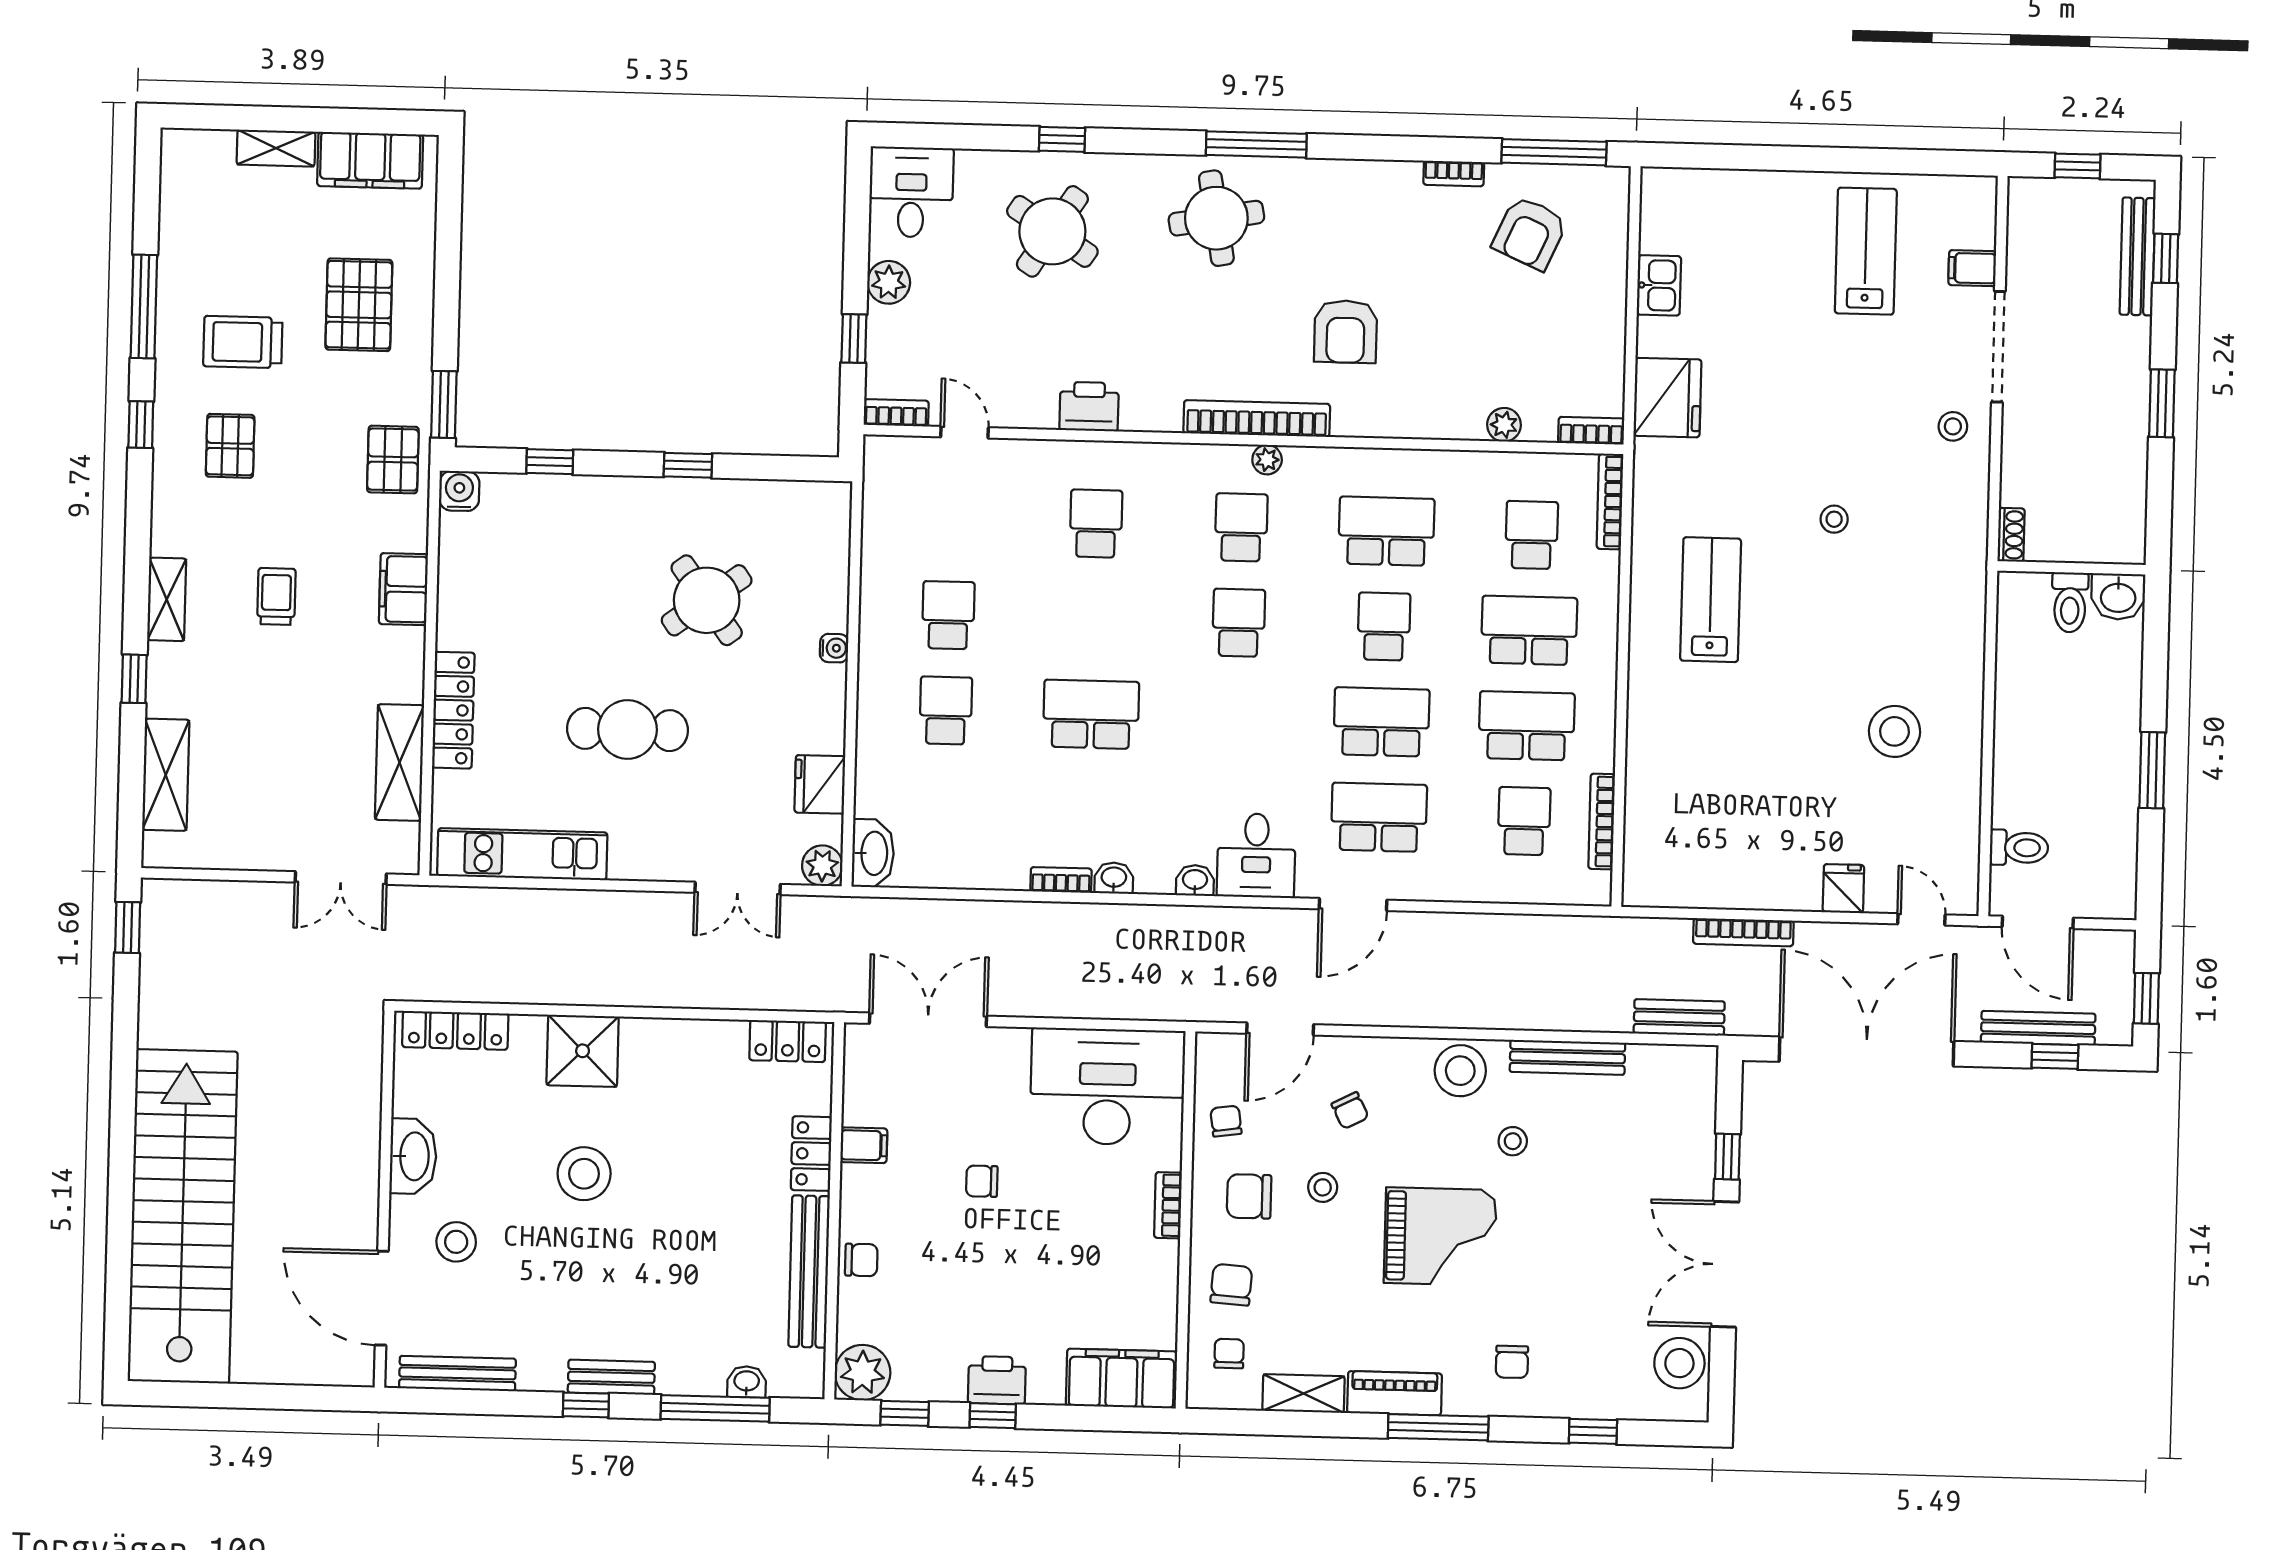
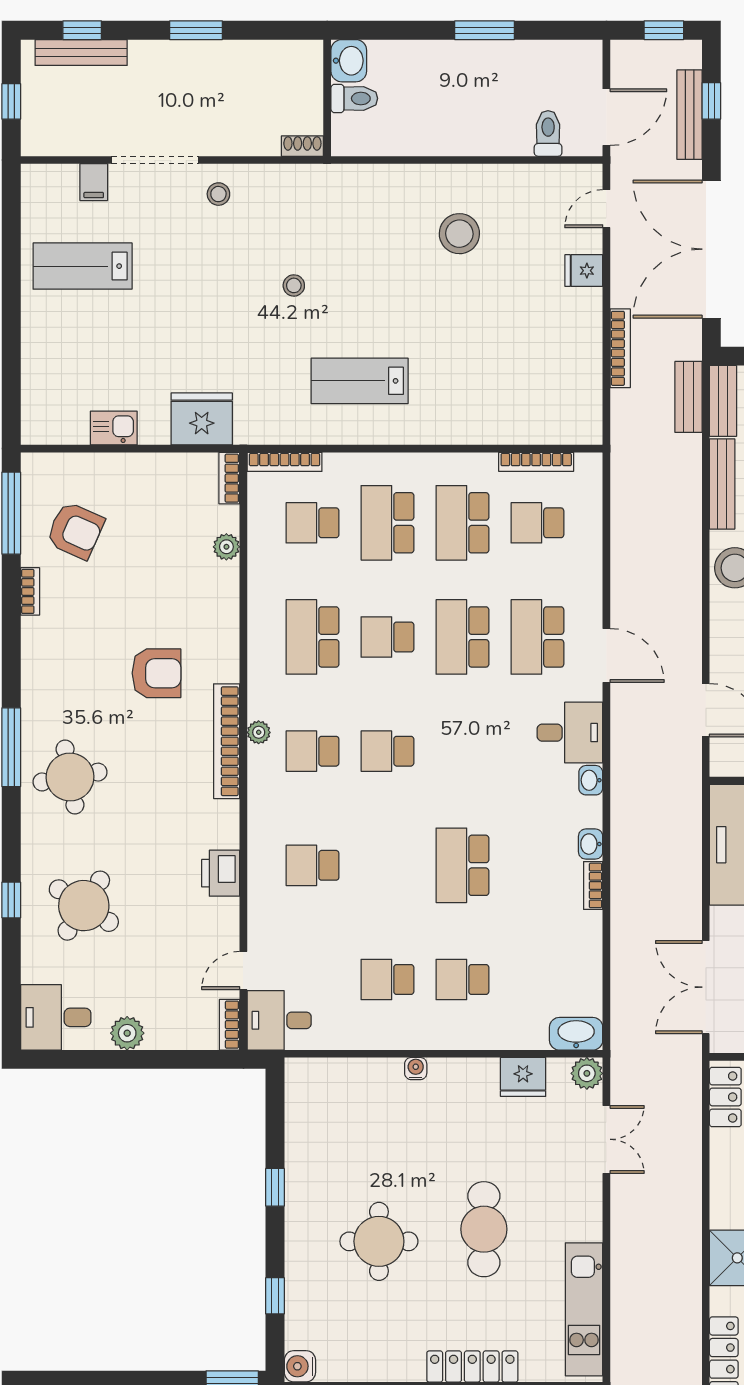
window: (854, 339) -> (172, 1059), removed
desk: (900, 476) -> (279, 1020), added
round table: (707, 600) -> (379, 1241), moved, turned 36
bench: (1673, 1061) -> (723, 401), added

